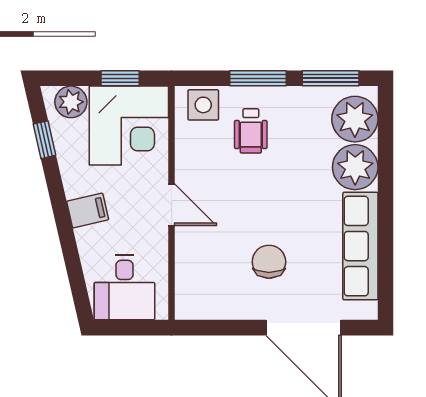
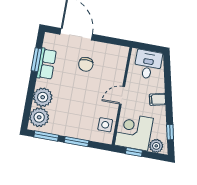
side table: (203, 105) -> (105, 125), moved
wheelchair: (251, 131) -> (83, 120), removed
door: (172, 205) -> (122, 95), hinge flipped
row of seats: (360, 246) -> (46, 64), width x0.68
window: (385, 251) -> (36, 60), added

